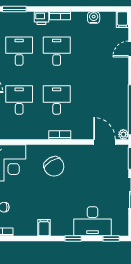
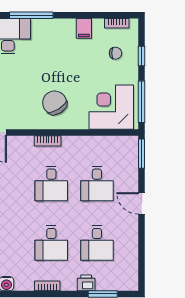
printer: (41, 18) -> (86, 283), moved
filing cabinet: (44, 228) -> (84, 28), moved
window: (73, 238) -> (31, 15), width x2.17

